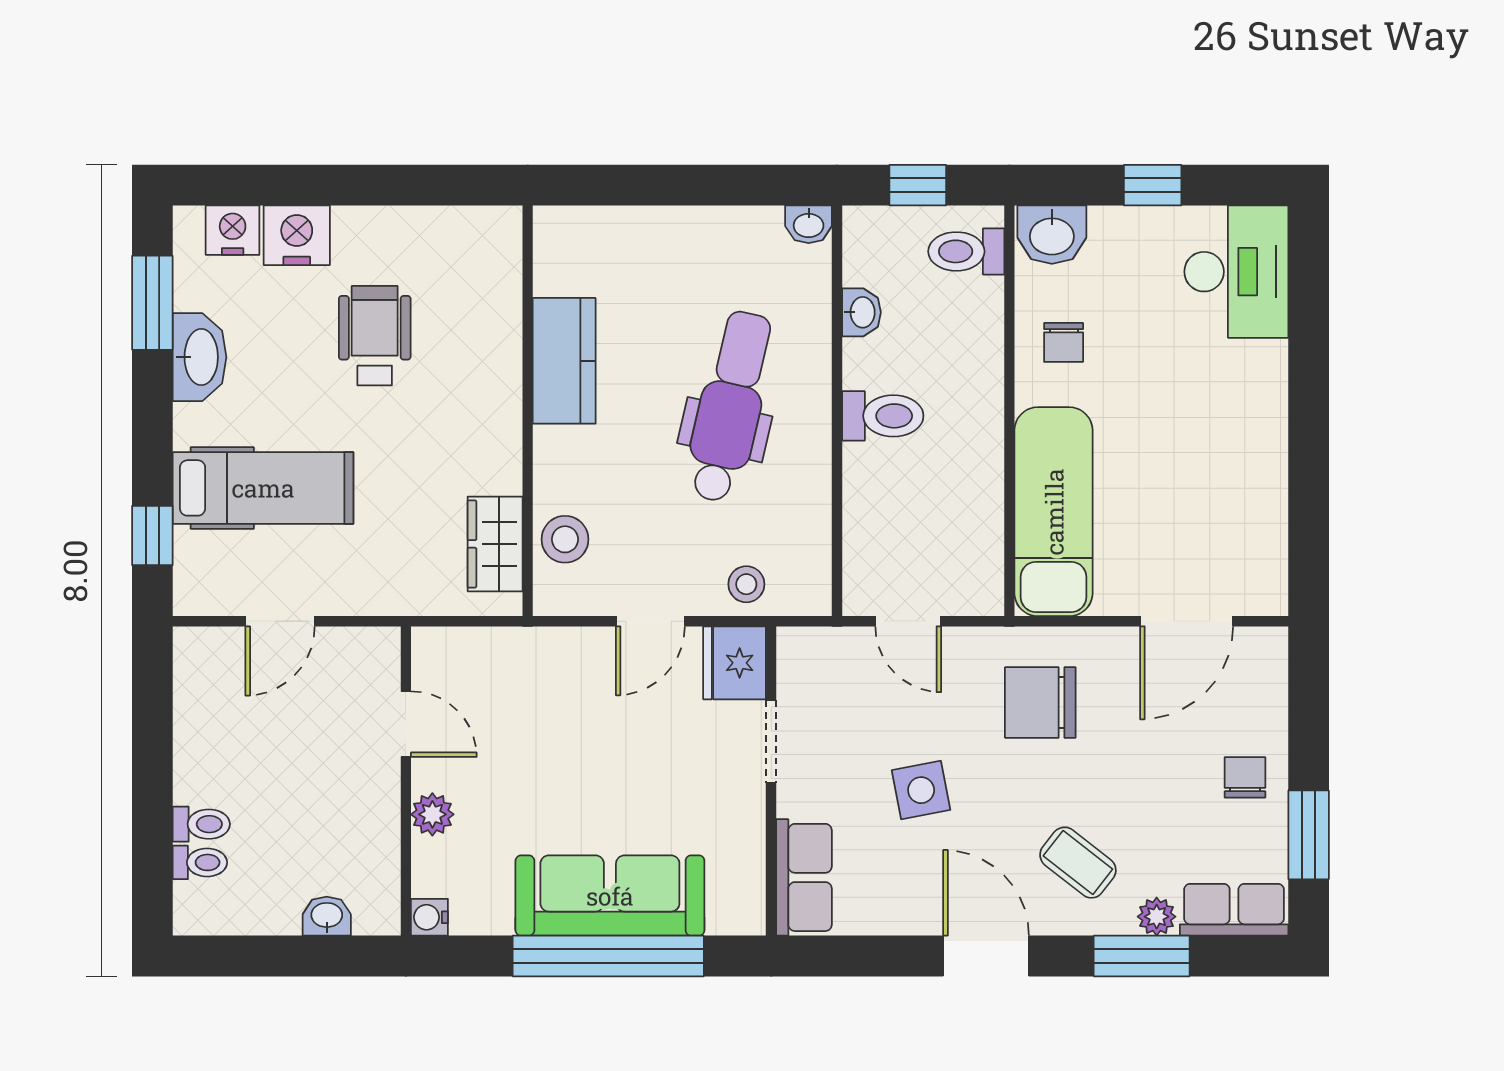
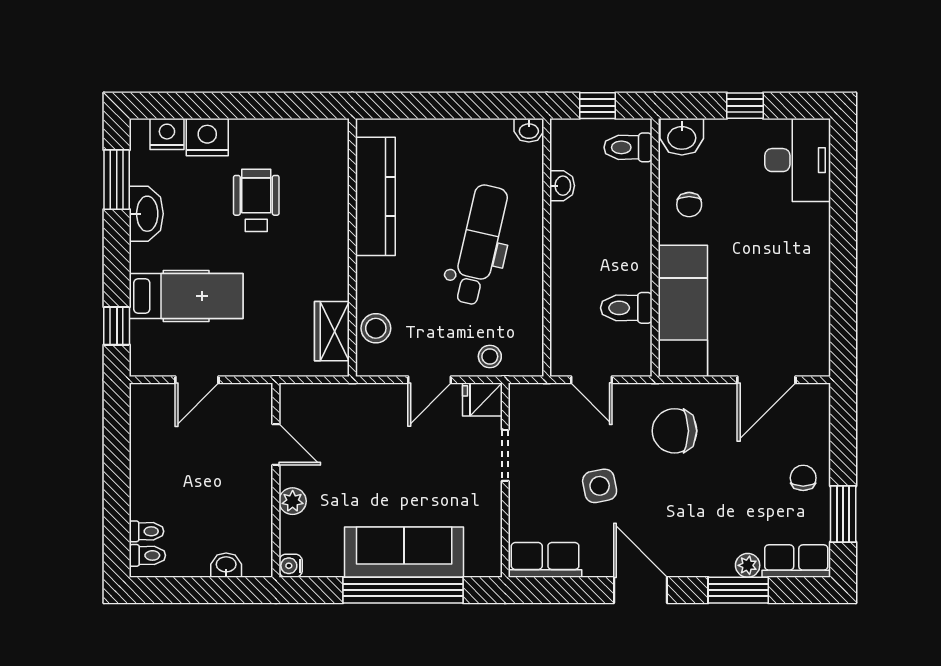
kitchen counter: (564, 361) -> (375, 196), width x1.50
toilet: (883, 416) -> (626, 308), moved, turned 180
fridge: (735, 663) -> (482, 400), width x0.72
toilet: (201, 824) -> (147, 555), moved
coffee table: (1078, 863) -> (698, 531), removed
row of seats: (804, 877) -> (545, 560), moved, turned -90

